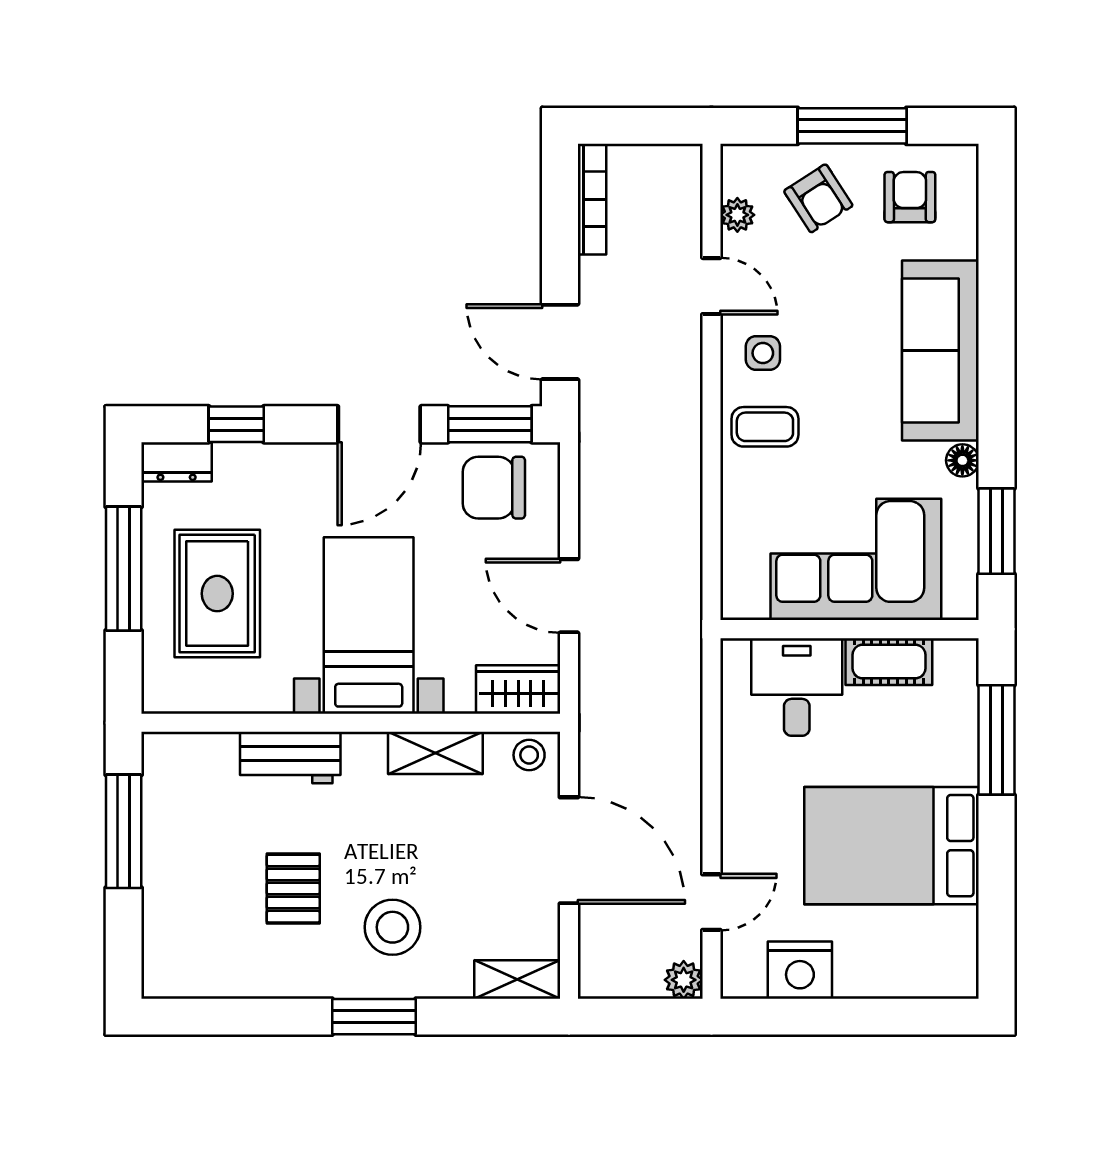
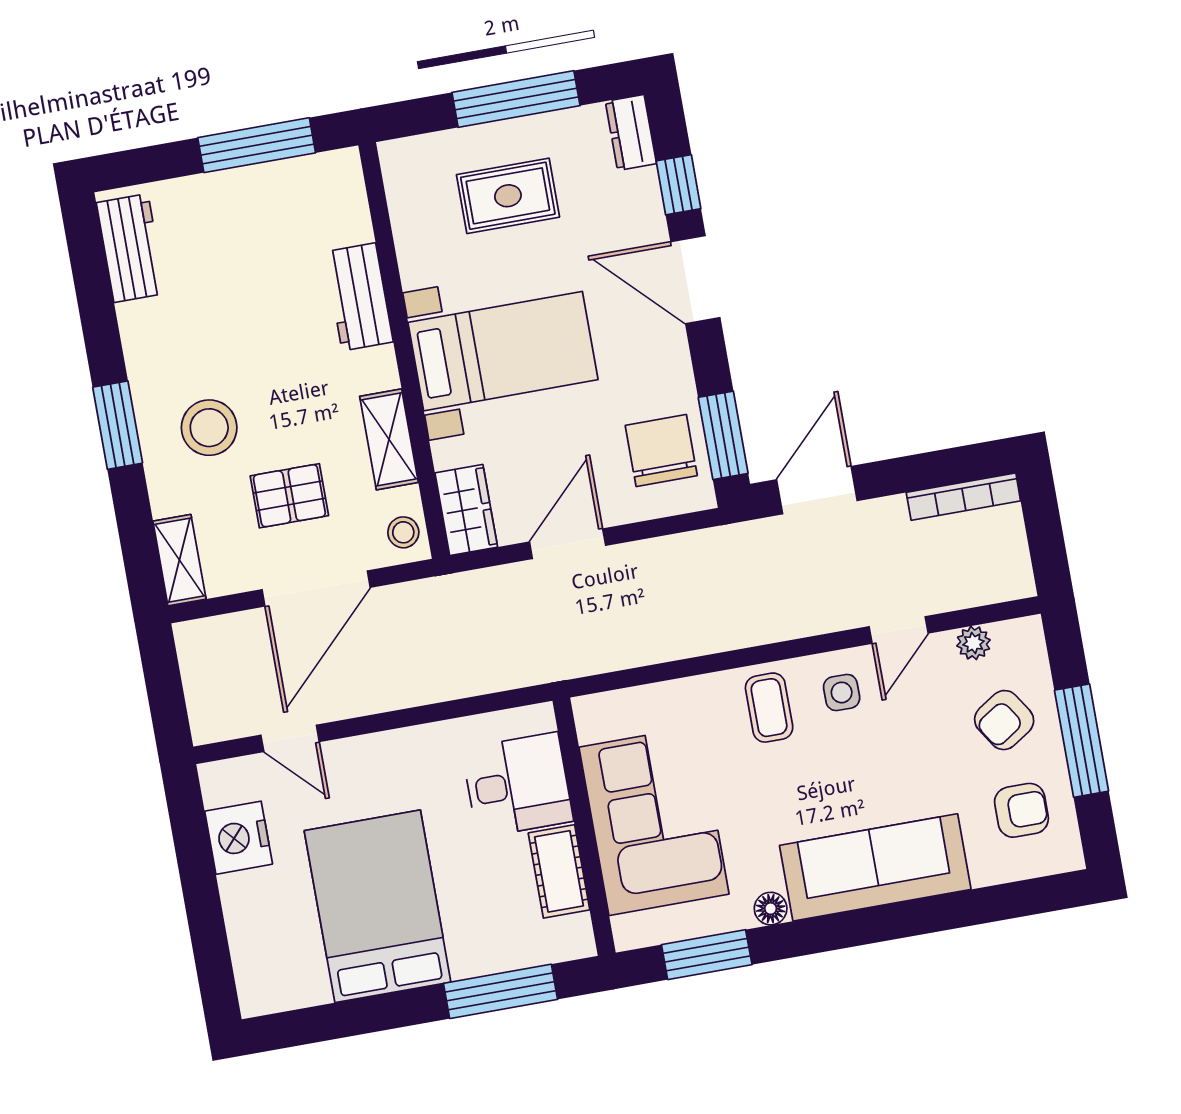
door: (379, 424) -> (695, 280), moved
rug: (217, 594) -> (508, 196), width x0.73, depth x0.70
pallet: (293, 889) -> (289, 496), moved
workbench: (203, 973) -> (131, 248), added
plant: (684, 980) -> (208, 725), removed

